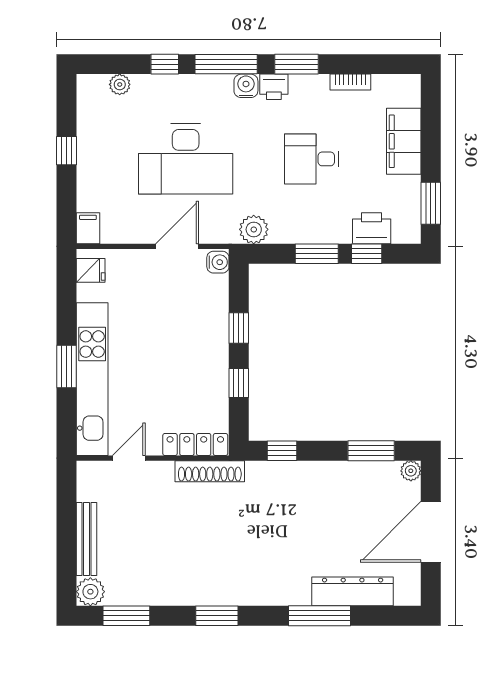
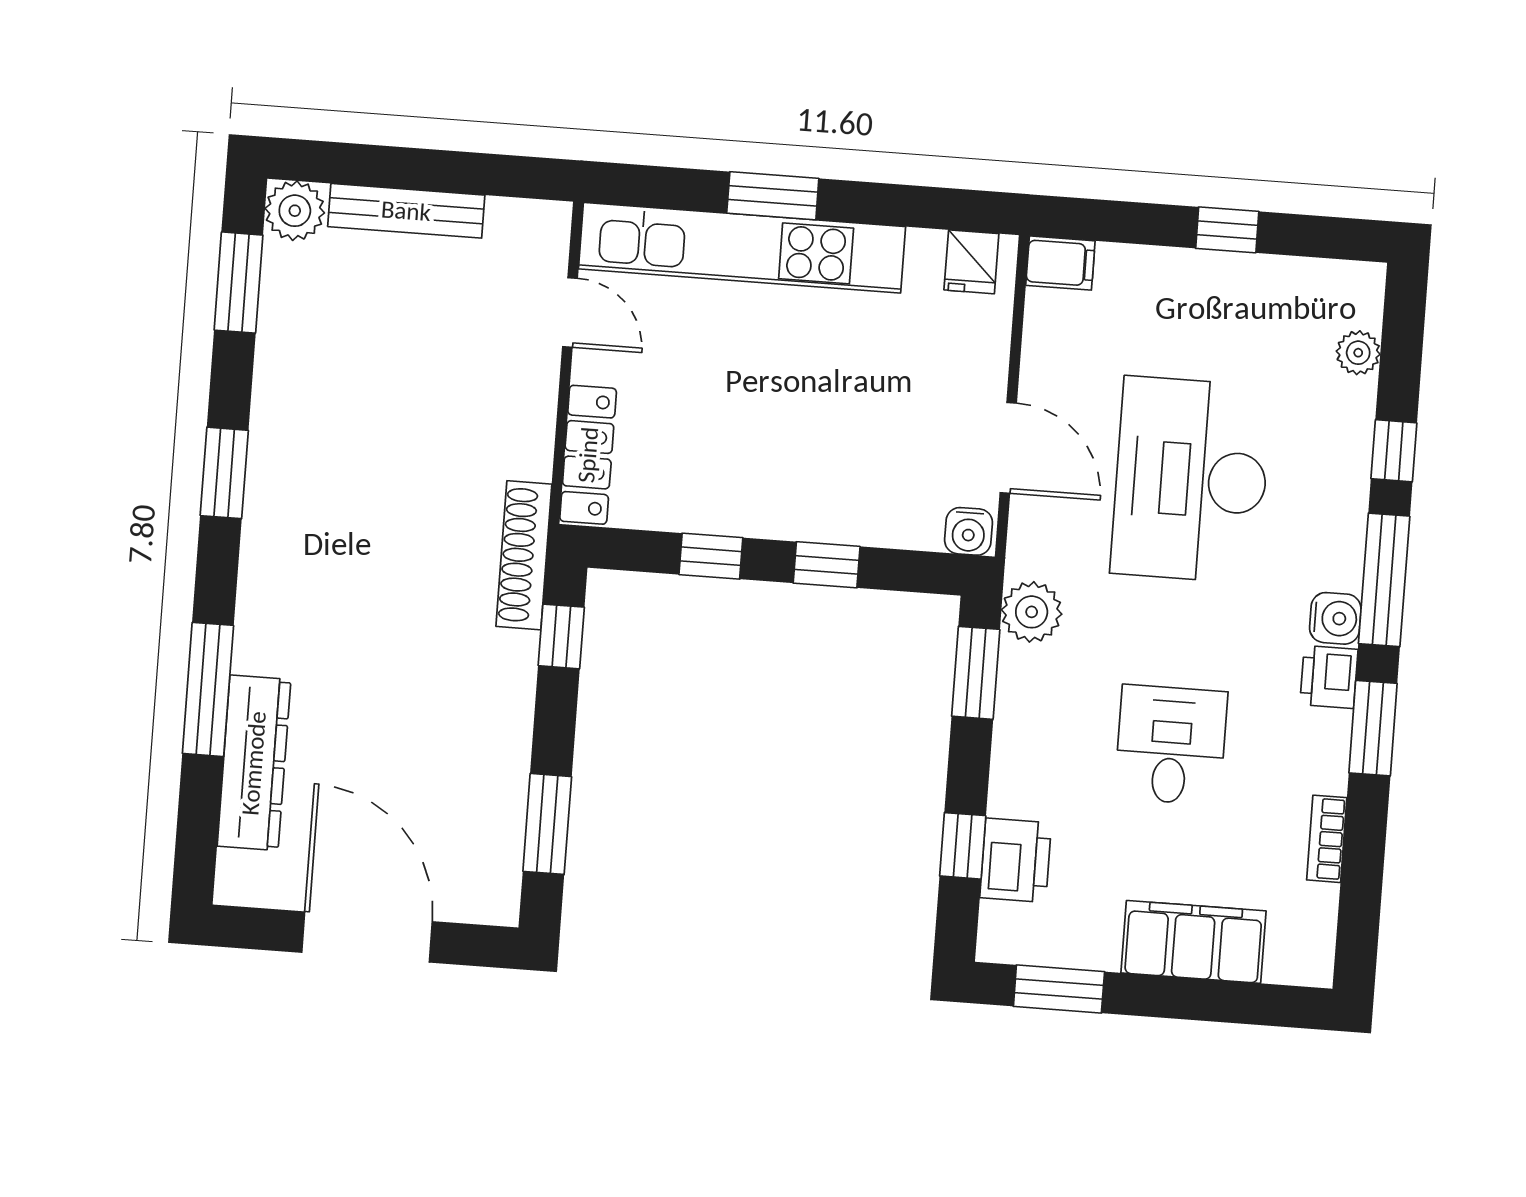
window: (317, 254) -> (976, 673), moved
shoe rack: (210, 471) -> (524, 555), moved
plant: (411, 471) -> (499, 904), removed

